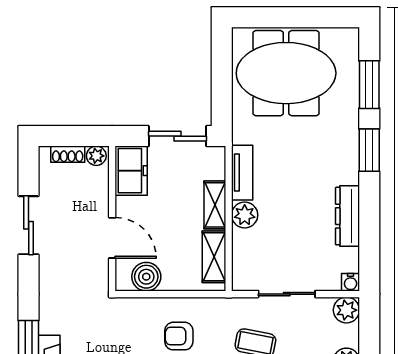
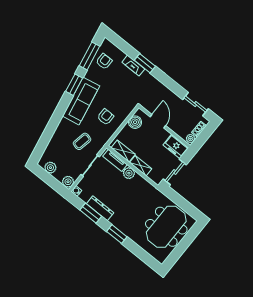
window: (369, 85) -> (91, 213), moved
tv unit: (242, 173) -> (115, 160), moved
sliding door: (29, 225) -> (195, 104), moved
door: (112, 238) -> (158, 121), swing flipped

